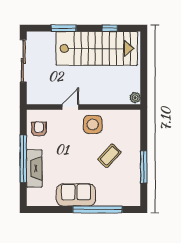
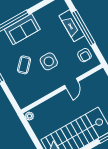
side table: (93, 124) -> (49, 61), moved
sofa: (76, 195) -> (22, 29), moved

